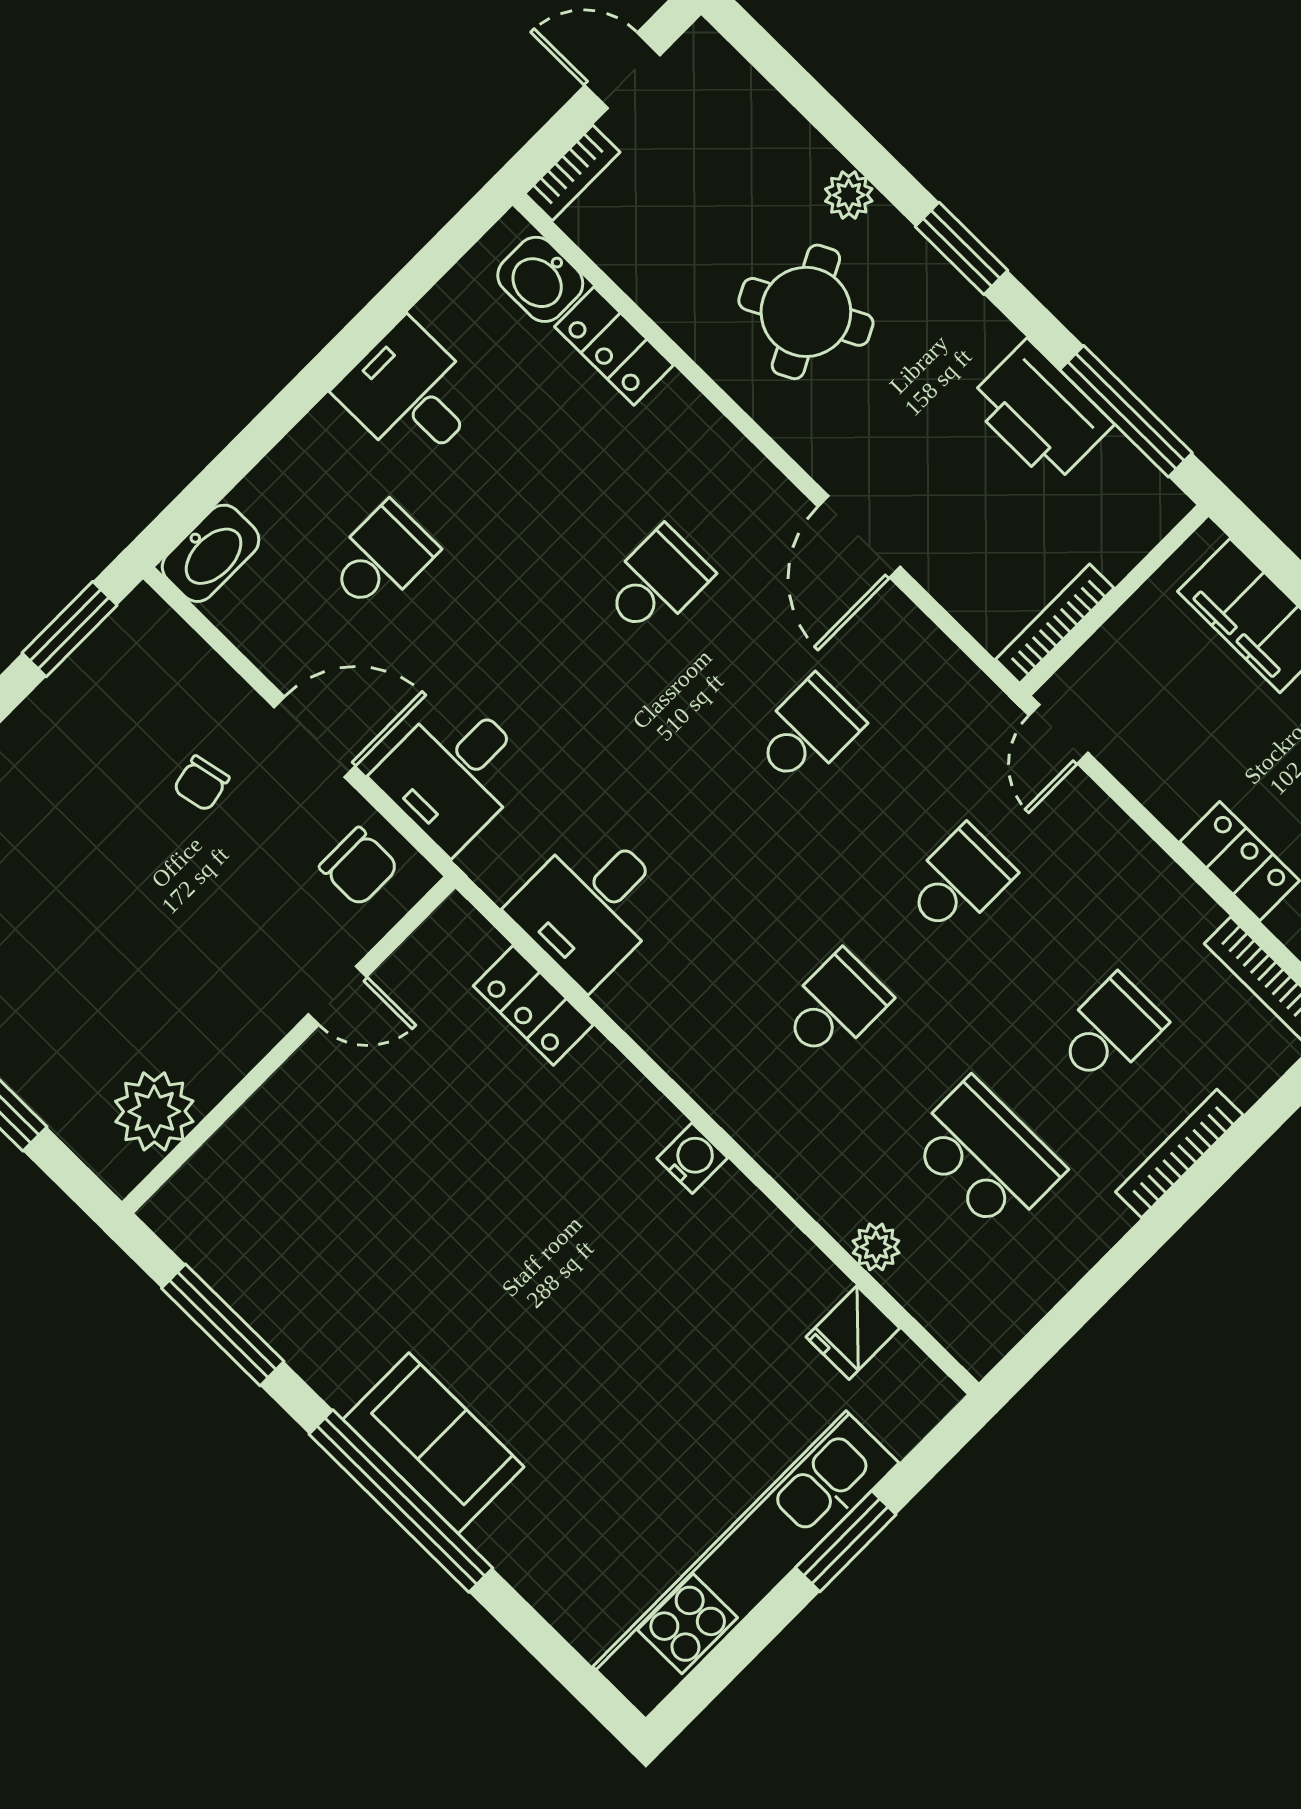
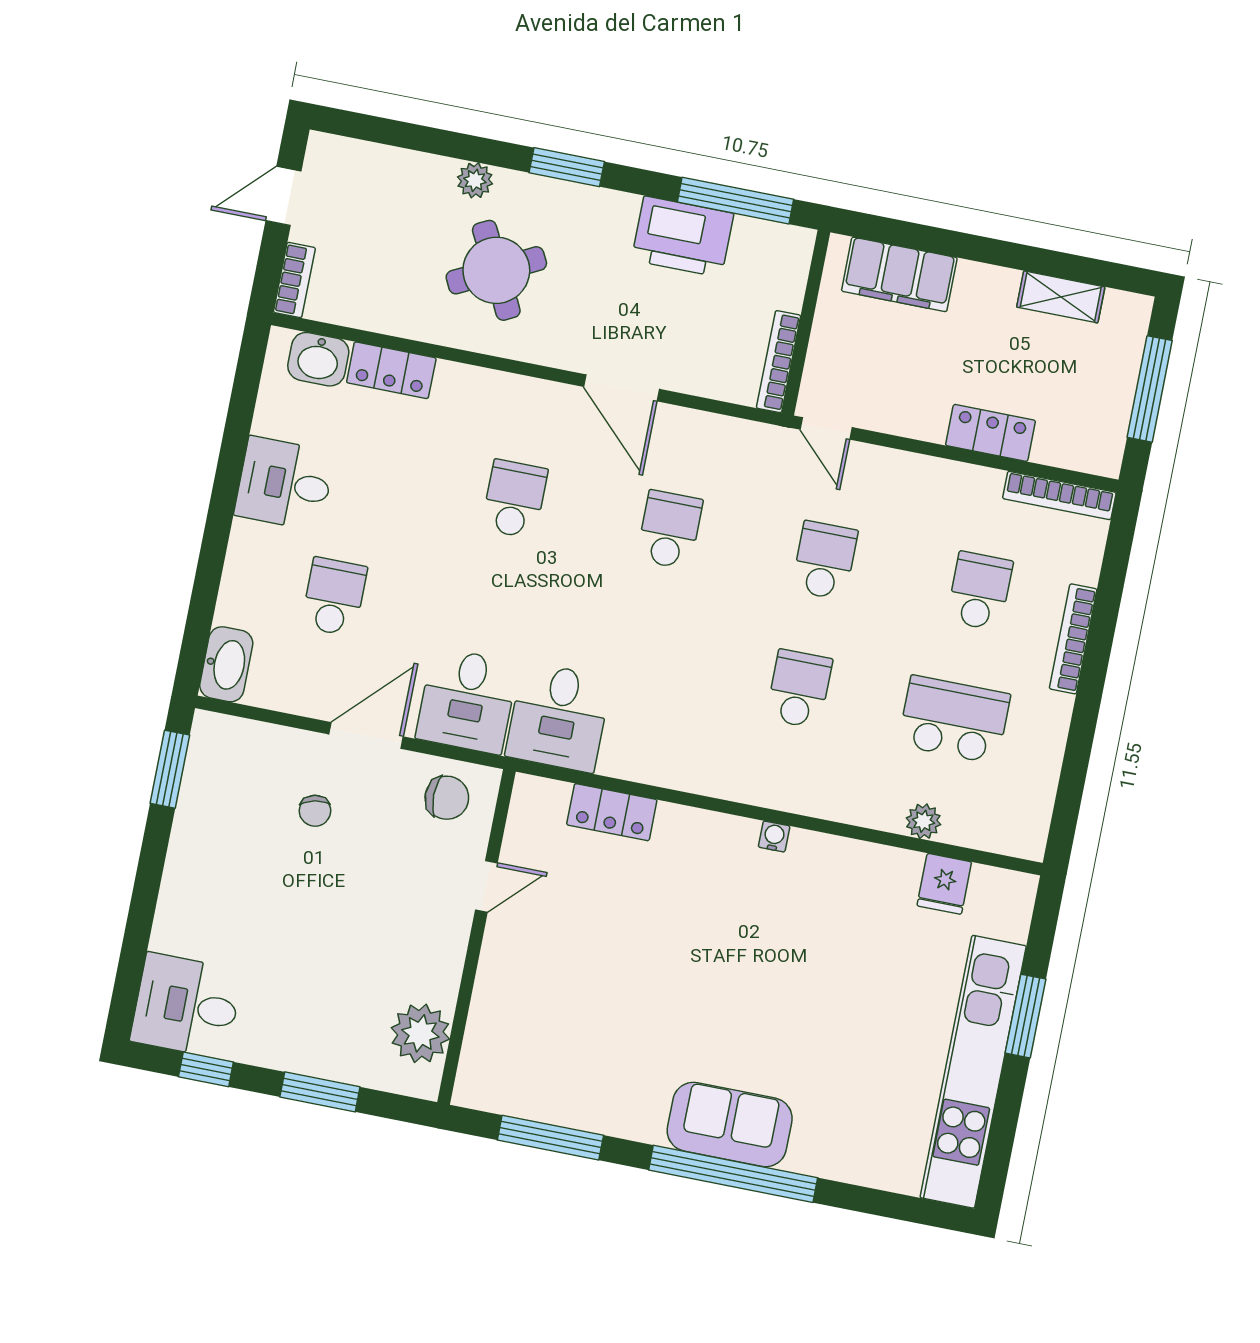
desk: (591, 905) -> (558, 717), moved
water cooler: (692, 1158) -> (774, 837), width x0.72, depth x0.72

